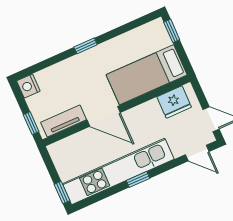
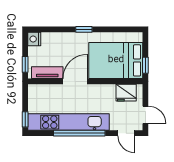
window: (172, 31) -> (145, 65), moved
bed: (147, 75) -> (116, 60), width x1.50
door: (104, 116) -> (75, 81), swing flipped
window: (138, 179) -> (79, 133), width x3.17

